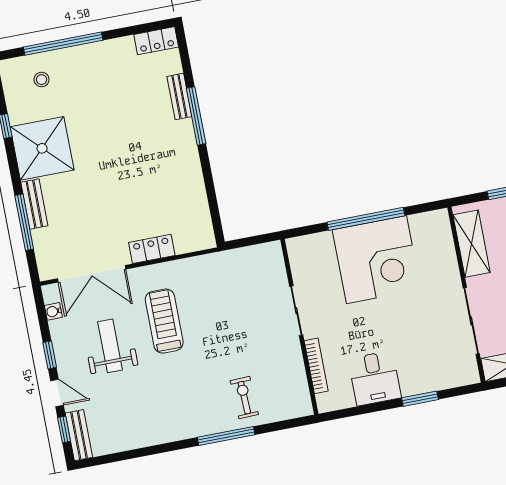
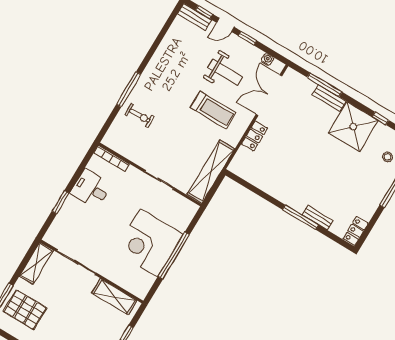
shelving: (235, 262) -> (211, 172), added
bookcase: (316, 366) -> (112, 158), moved

